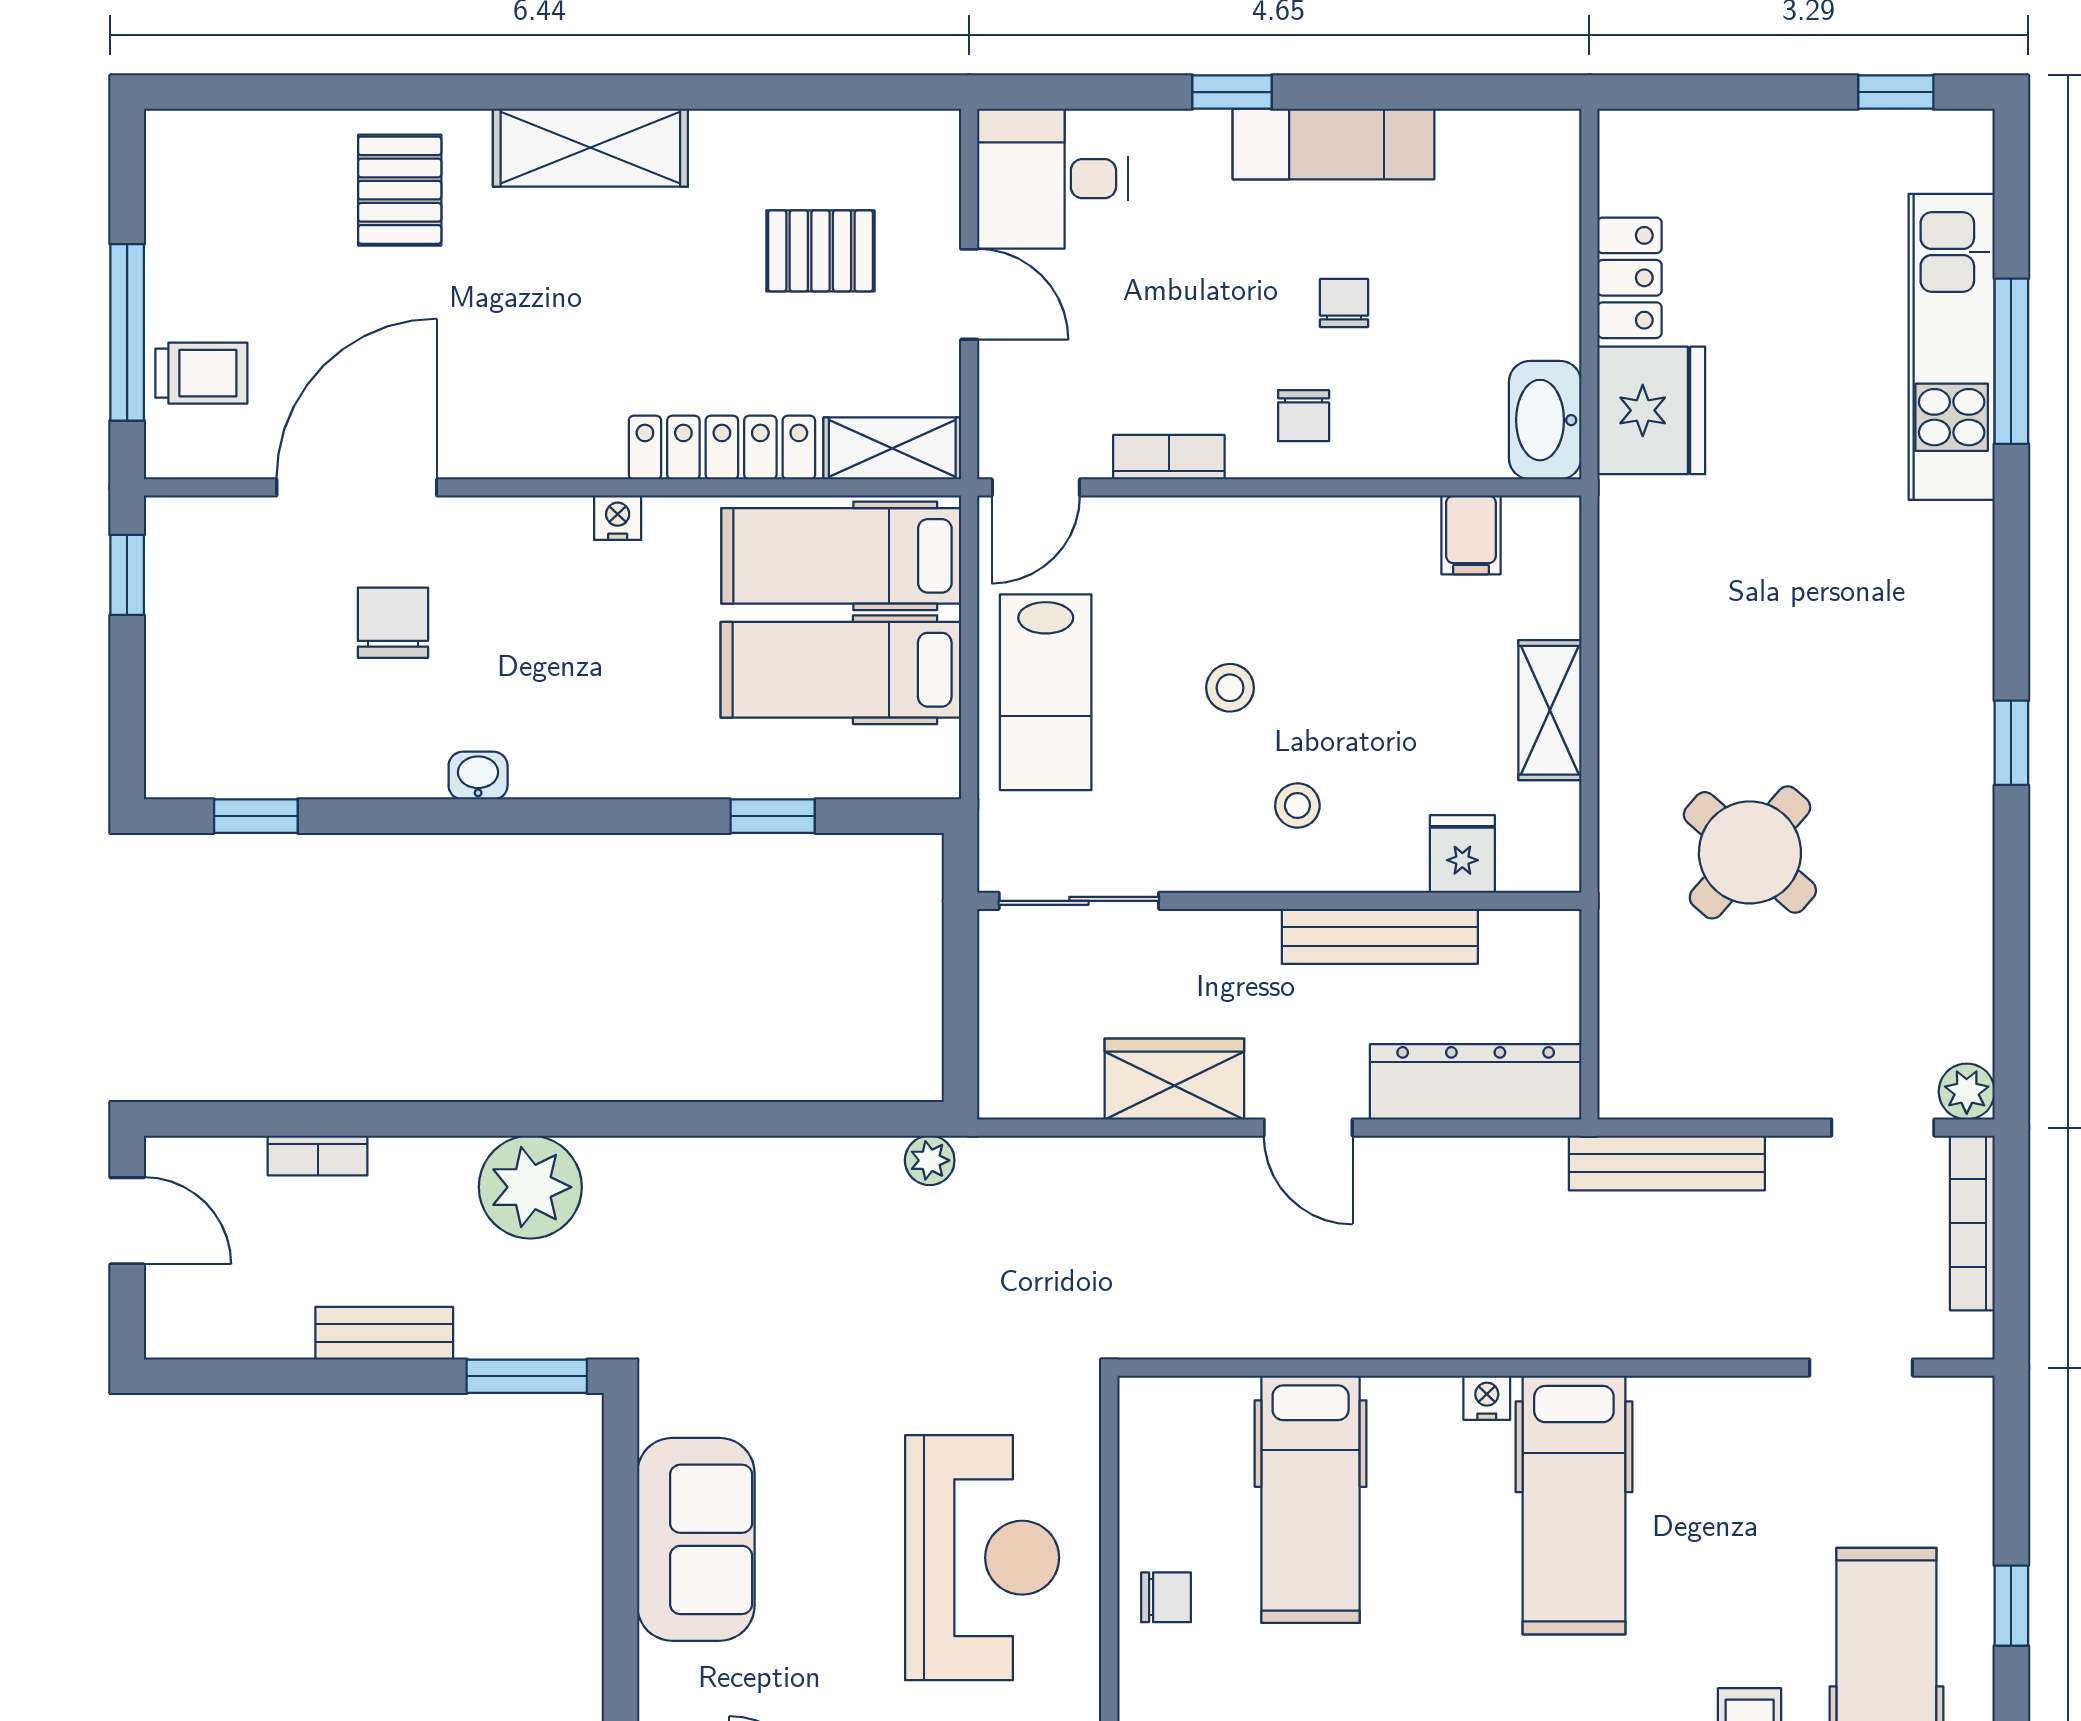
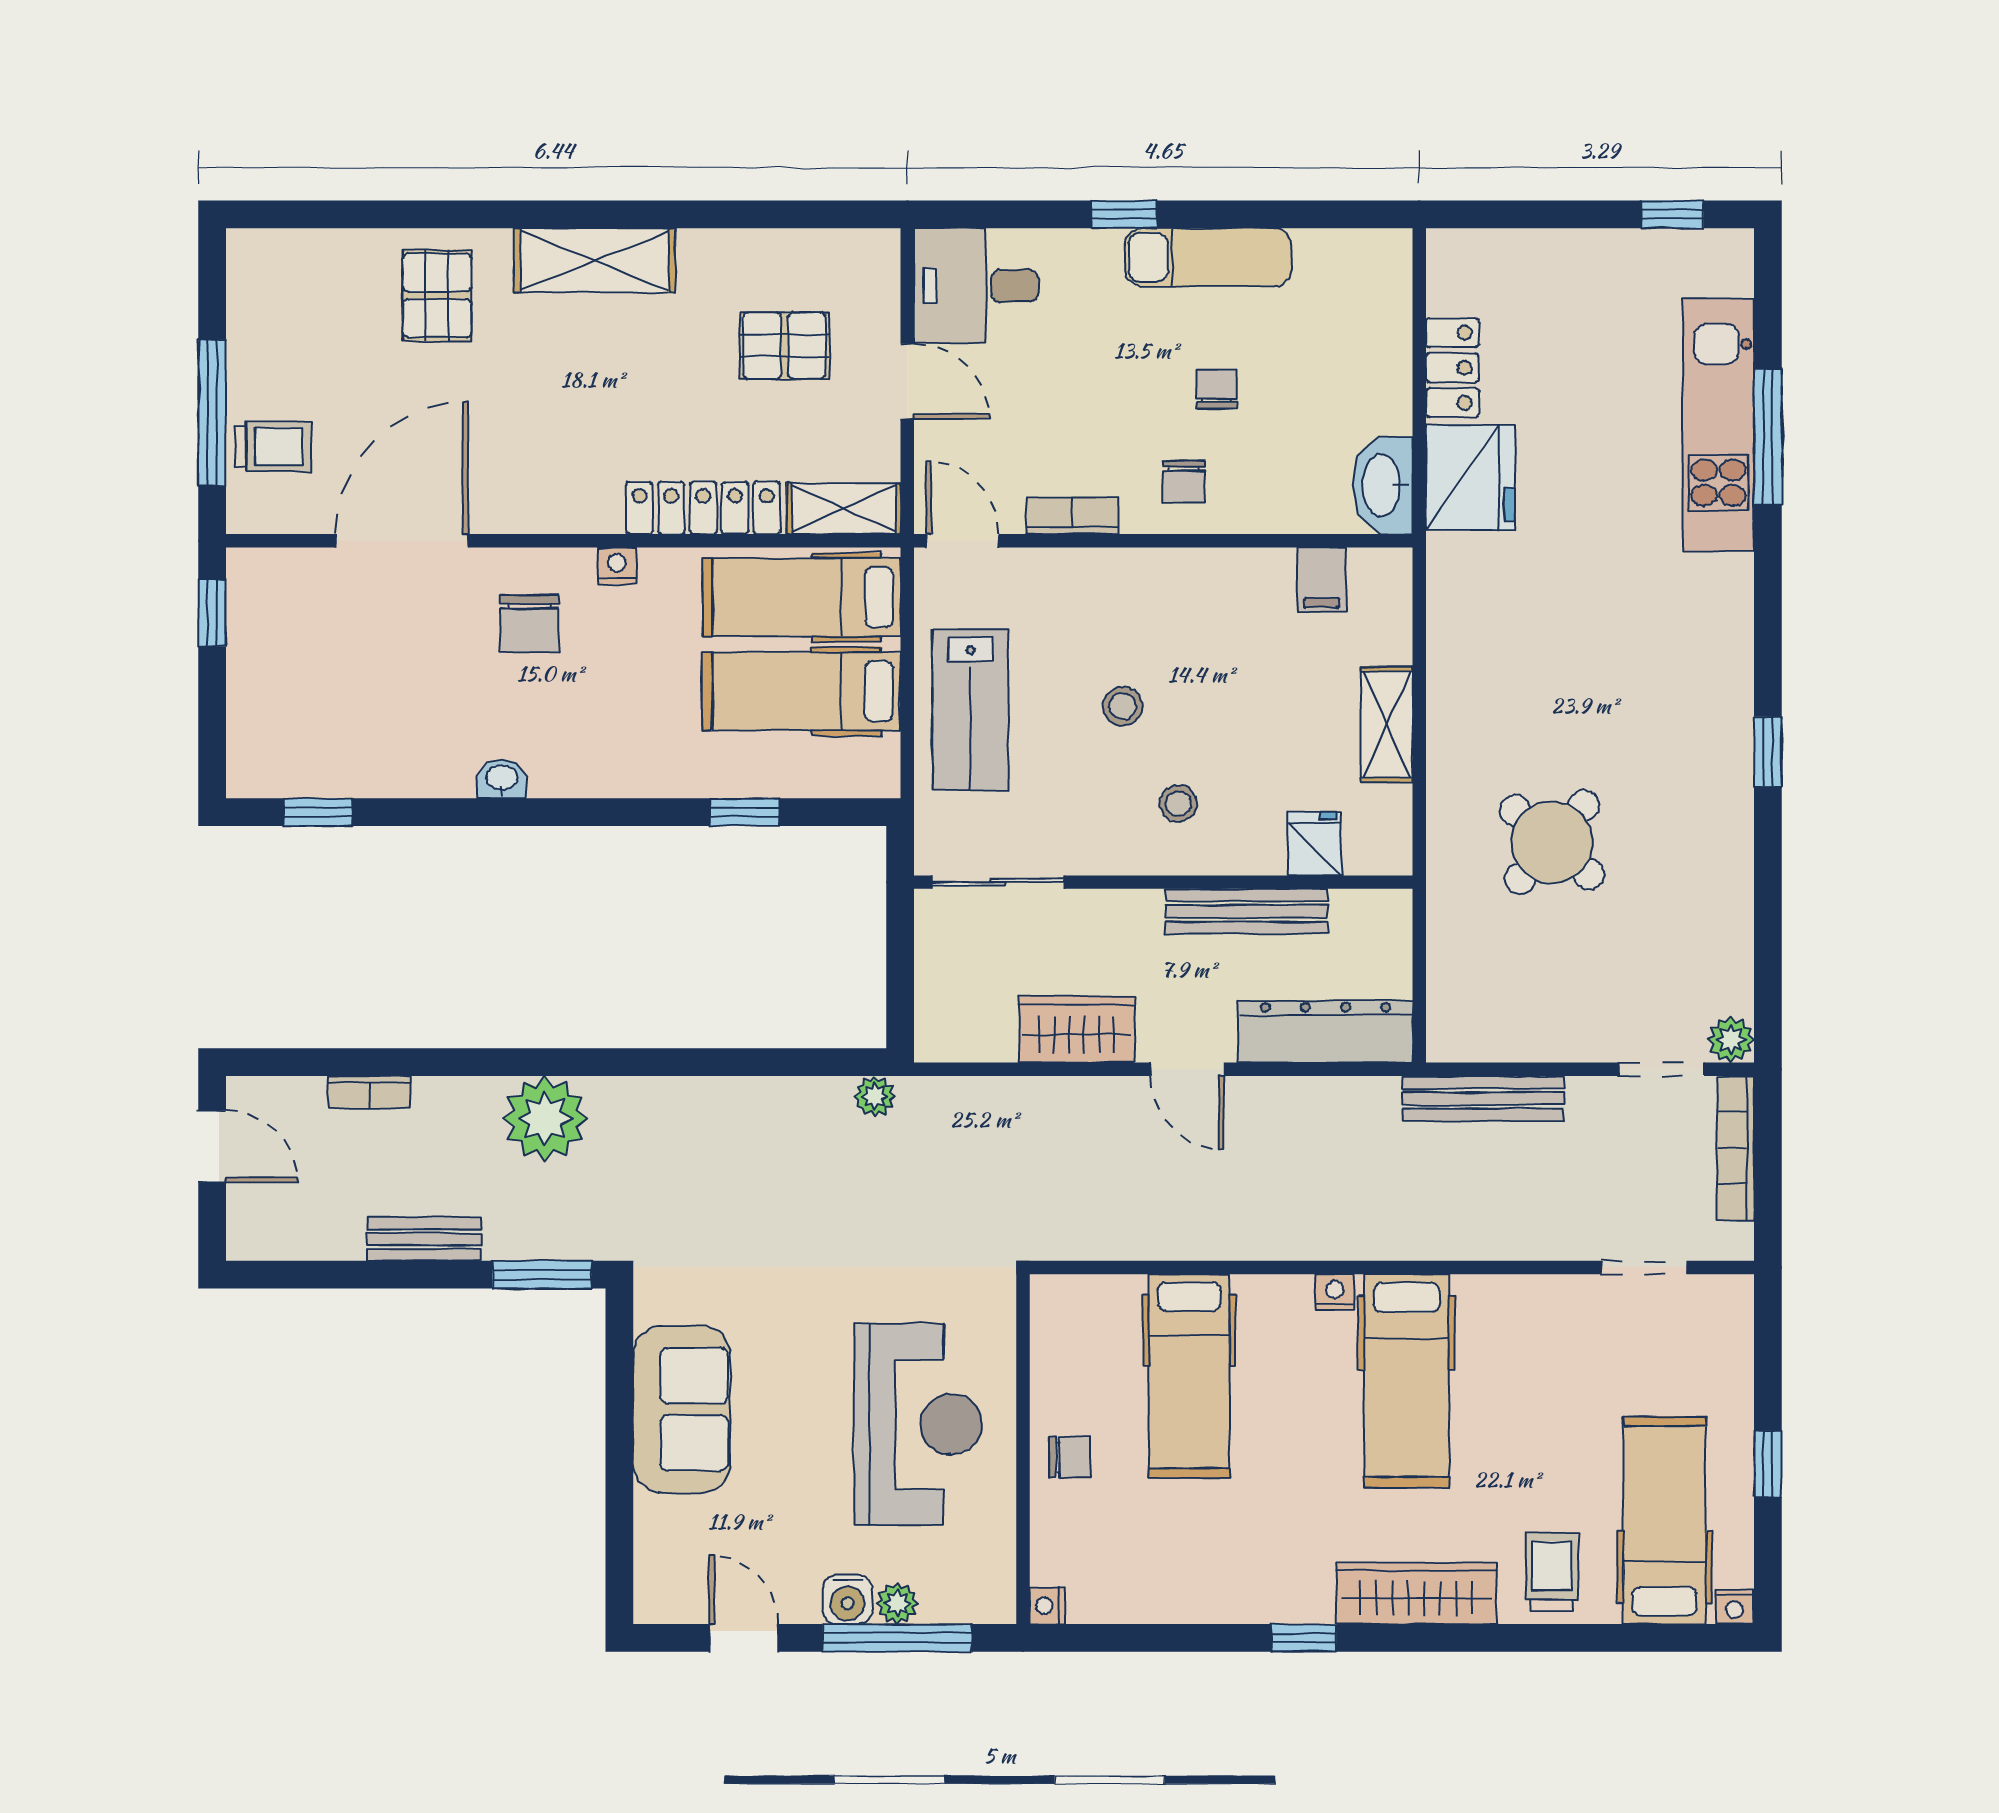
door: (1036, 487) -> (962, 541), swing flipped
chair: (393, 623) -> (529, 624), moved, turned 180

